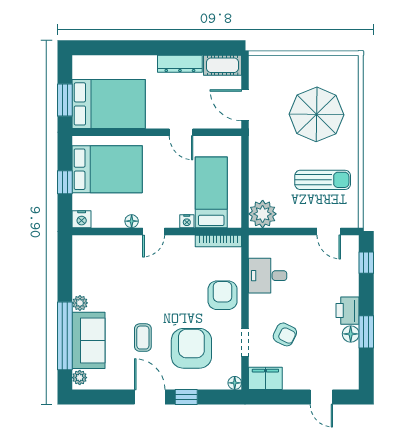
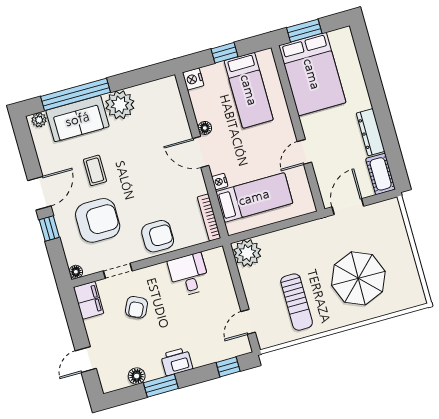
bed: (107, 169) -> (249, 90), width x0.67
door: (154, 231) -> (201, 152), width x1.38
plant: (80, 303) -> (120, 105), width x1.87, depth x1.87
floor lamp: (351, 334) -> (137, 376), moved
coffee table: (143, 338) -> (95, 170), turned 90

